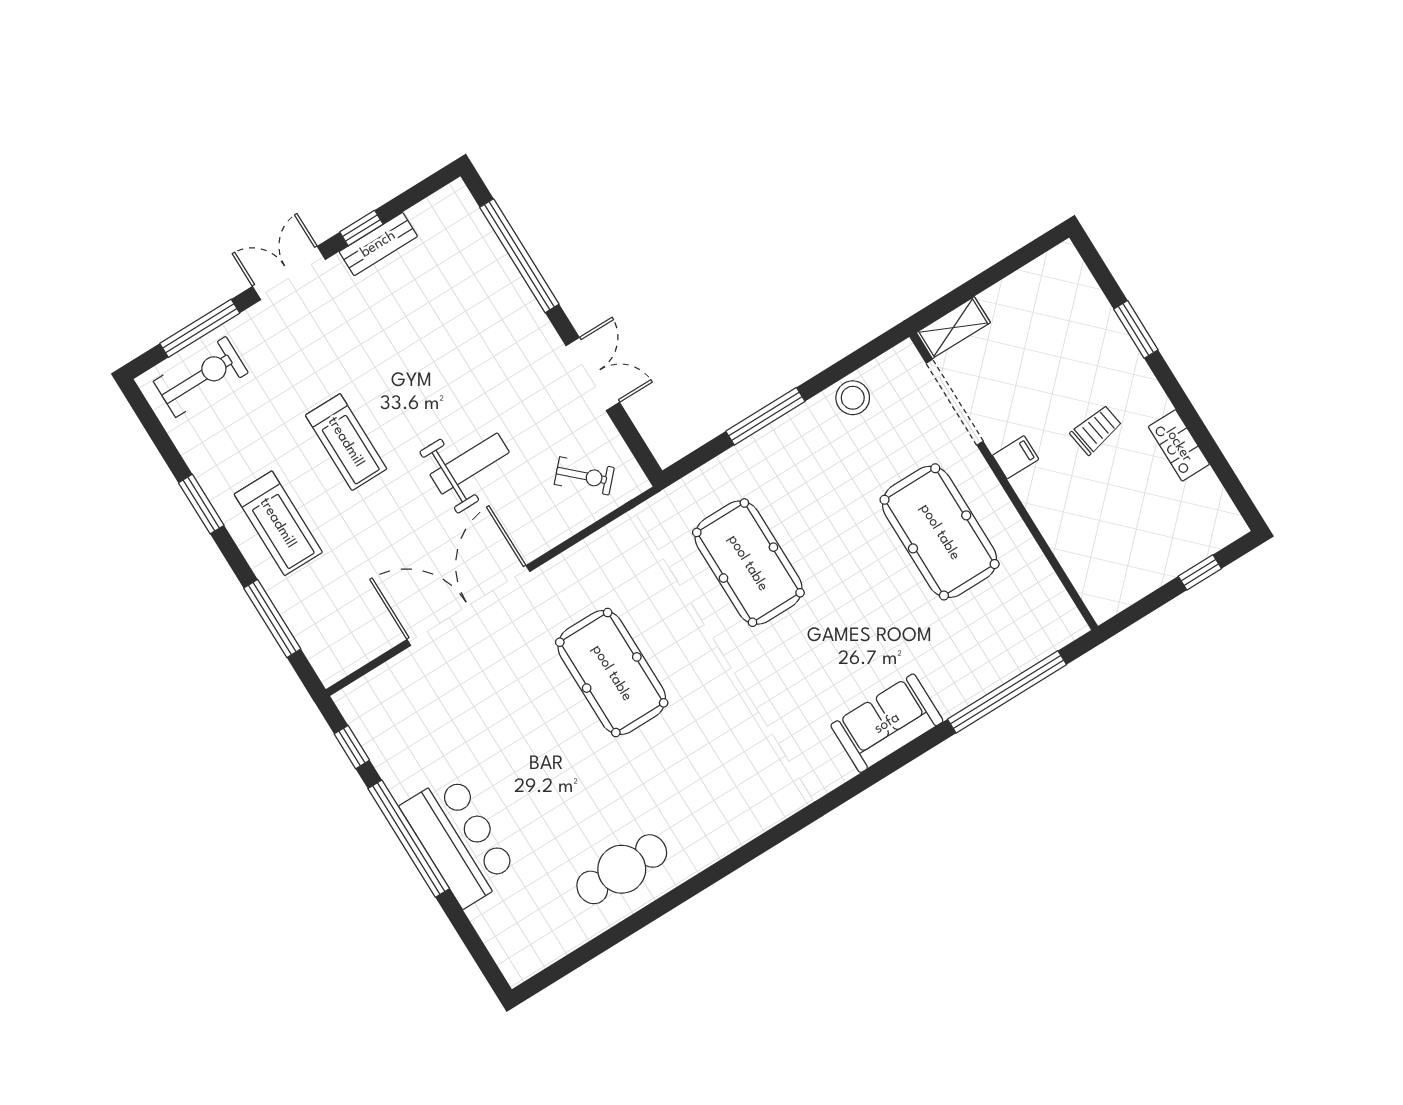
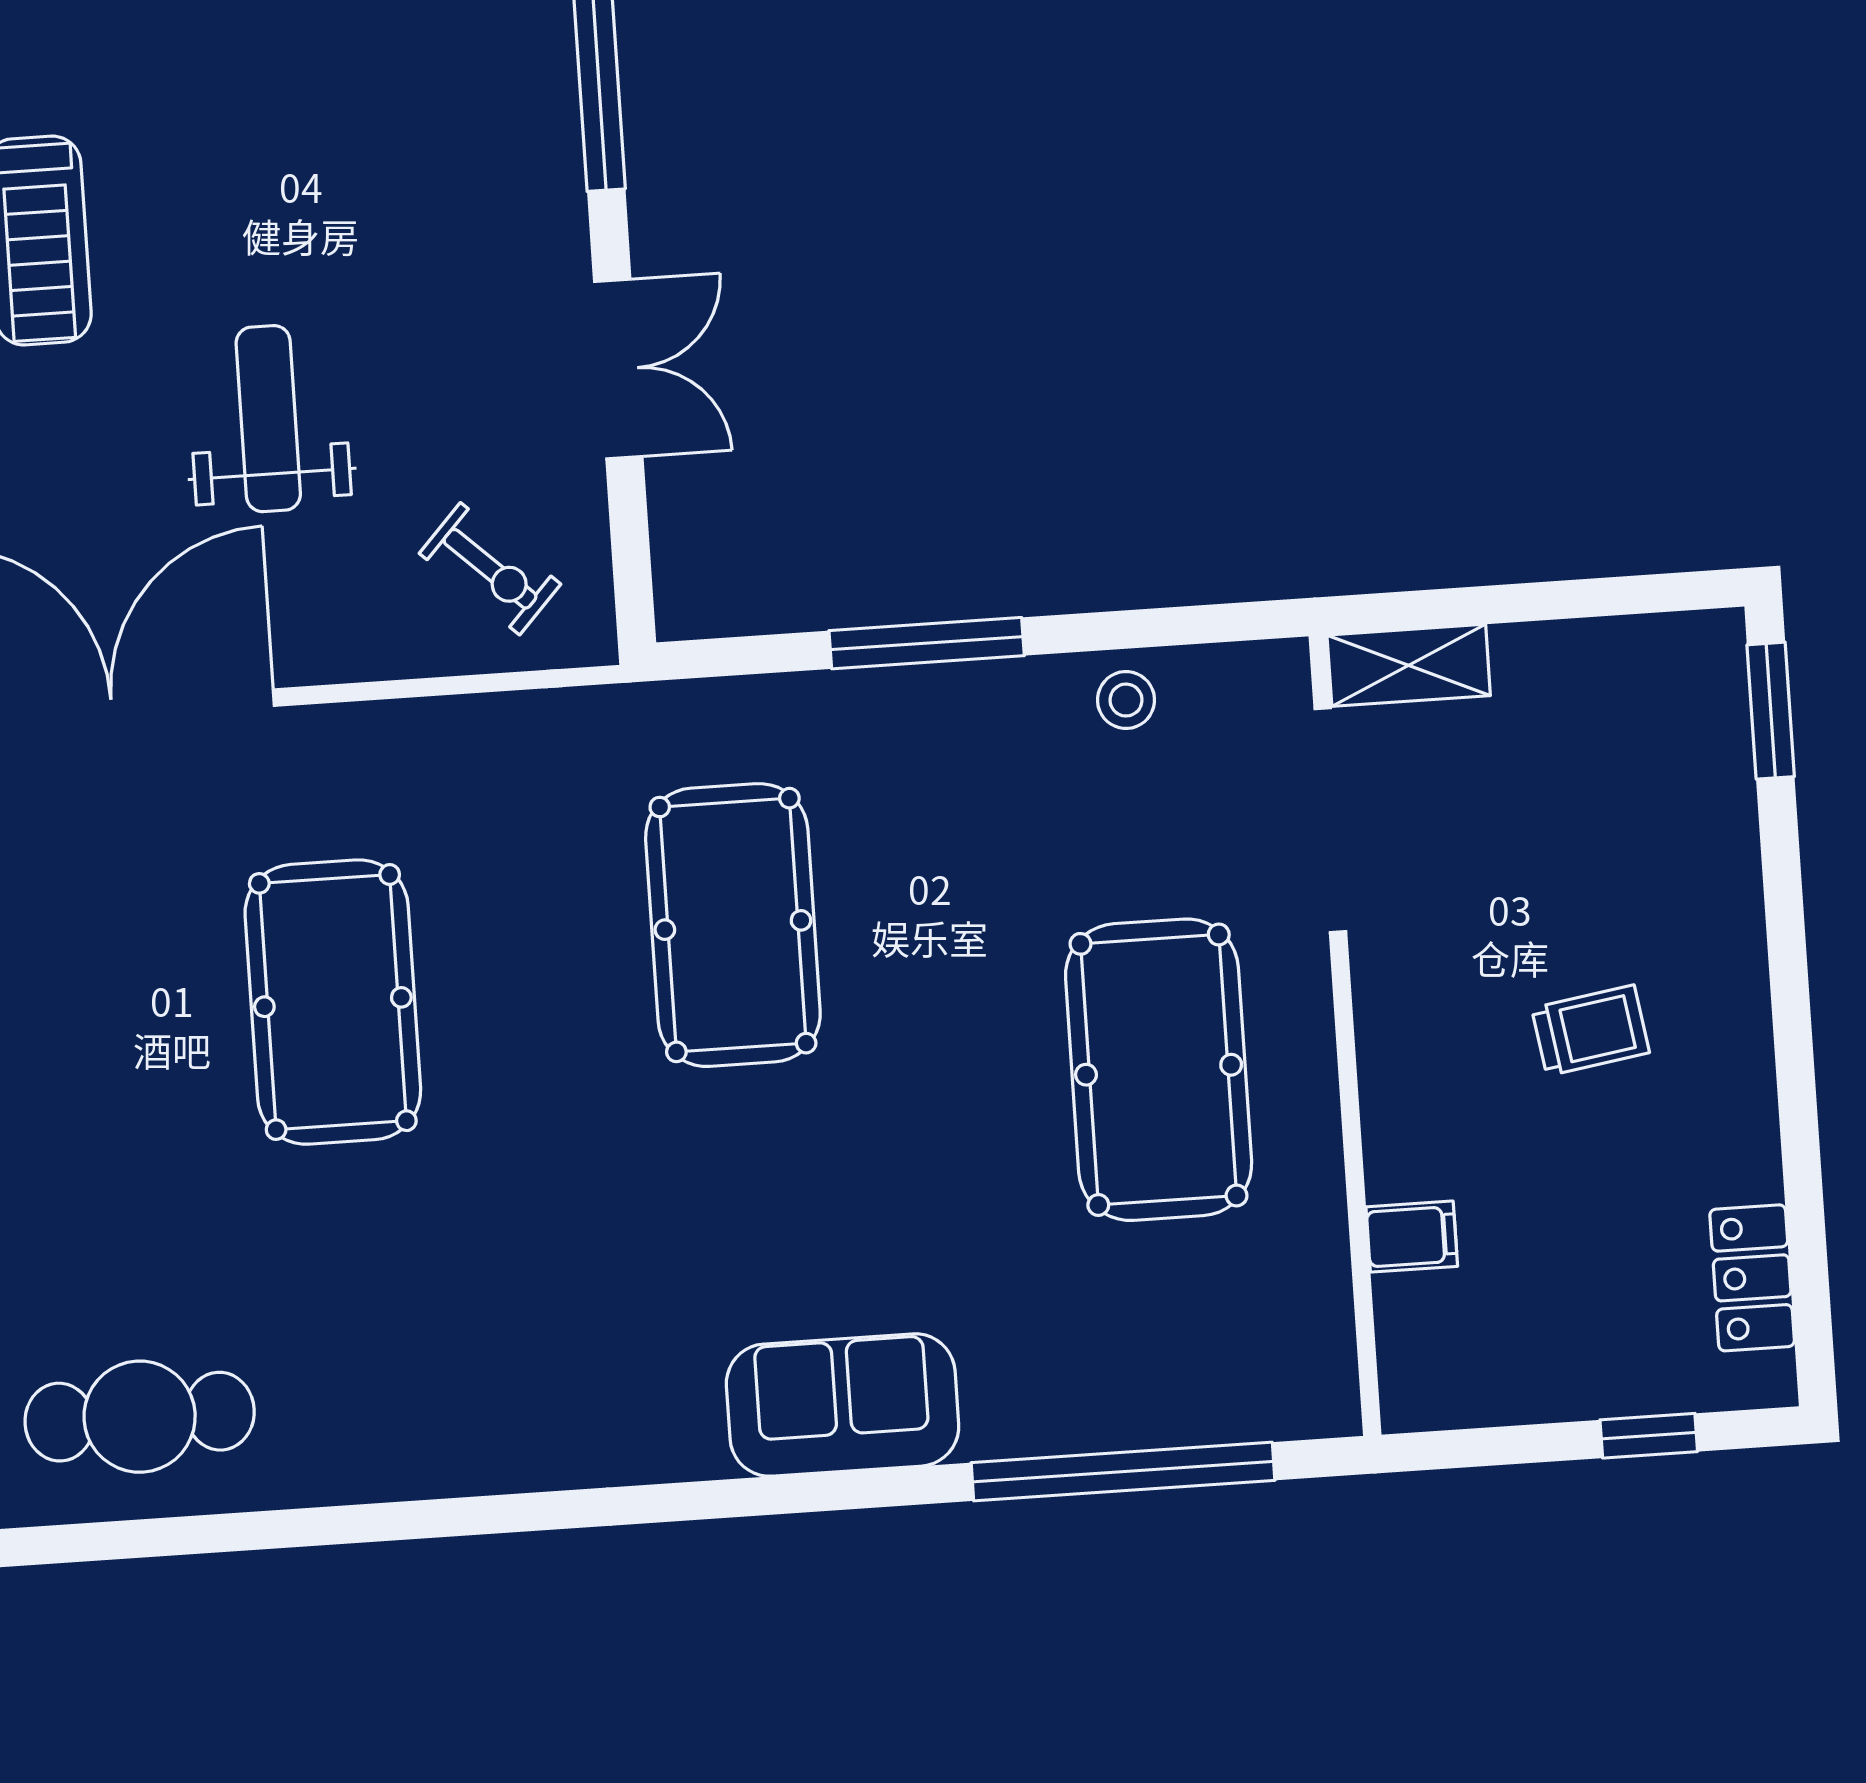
window: (1136, 329) -> (1771, 711), moved
stool: (853, 398) -> (1126, 700), width x0.73, depth x0.73
locker: (1179, 445) -> (1752, 1278), moved
filing cabinet: (1016, 457) -> (1412, 1237), moved
weight bench: (470, 463) -> (268, 419), turned -90

